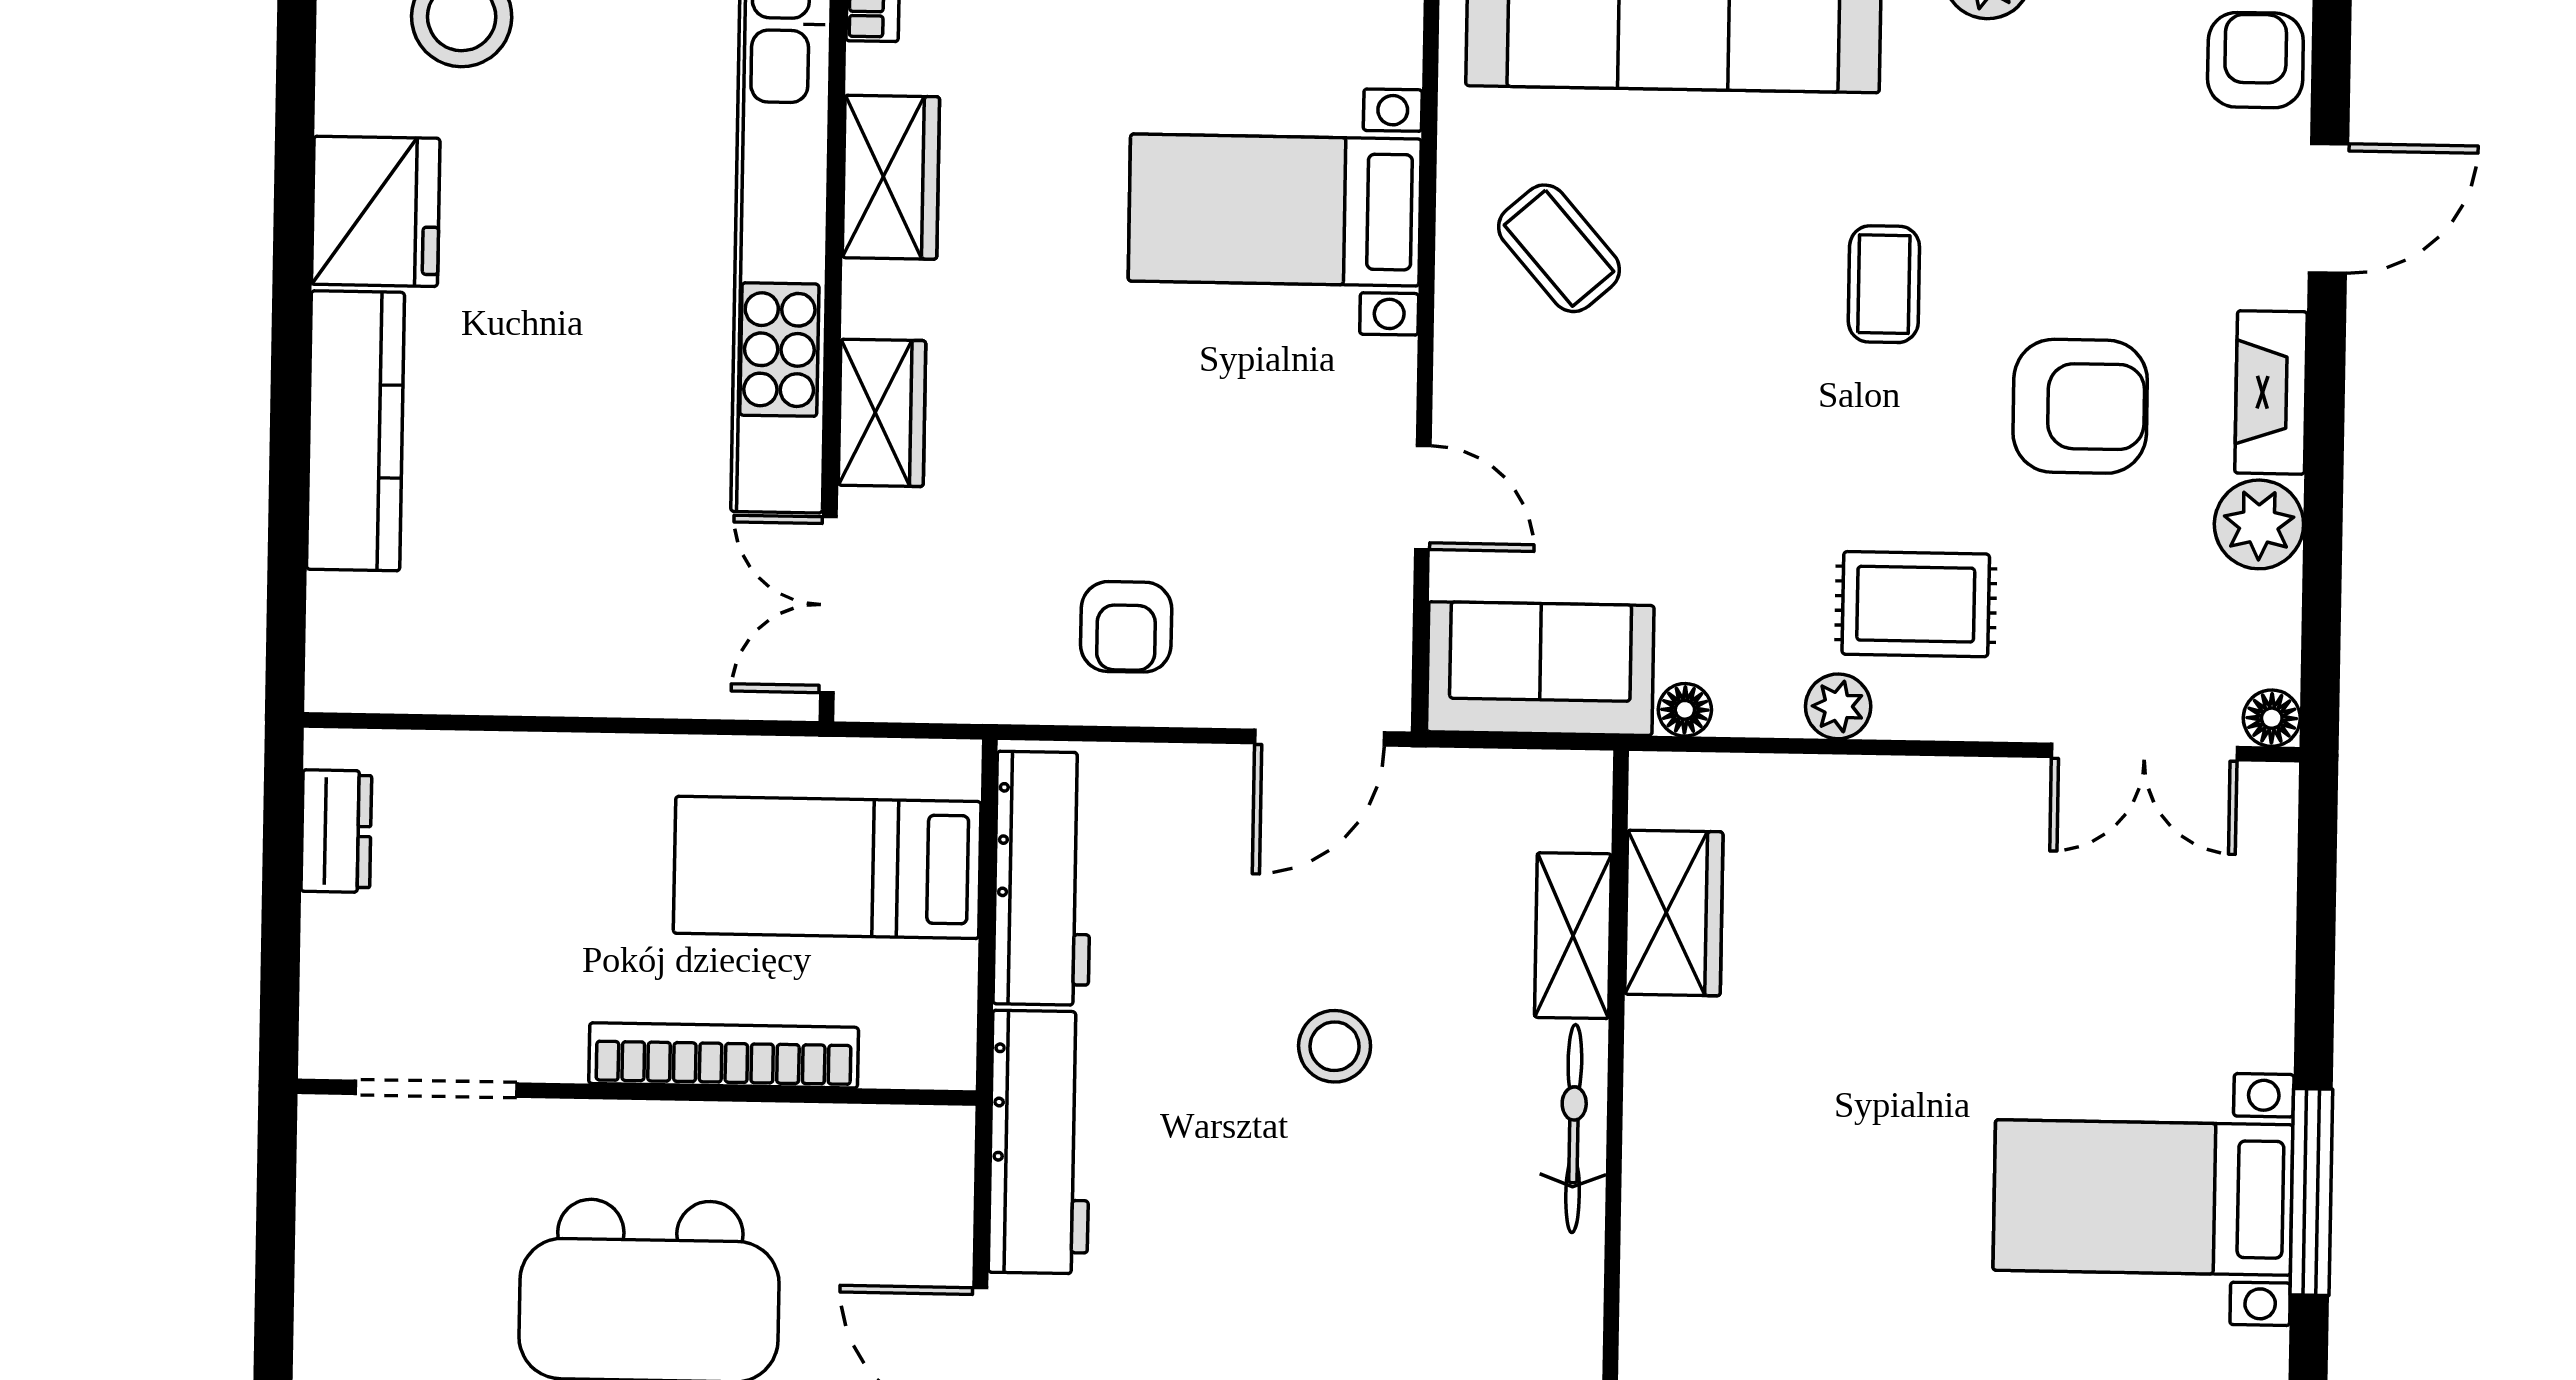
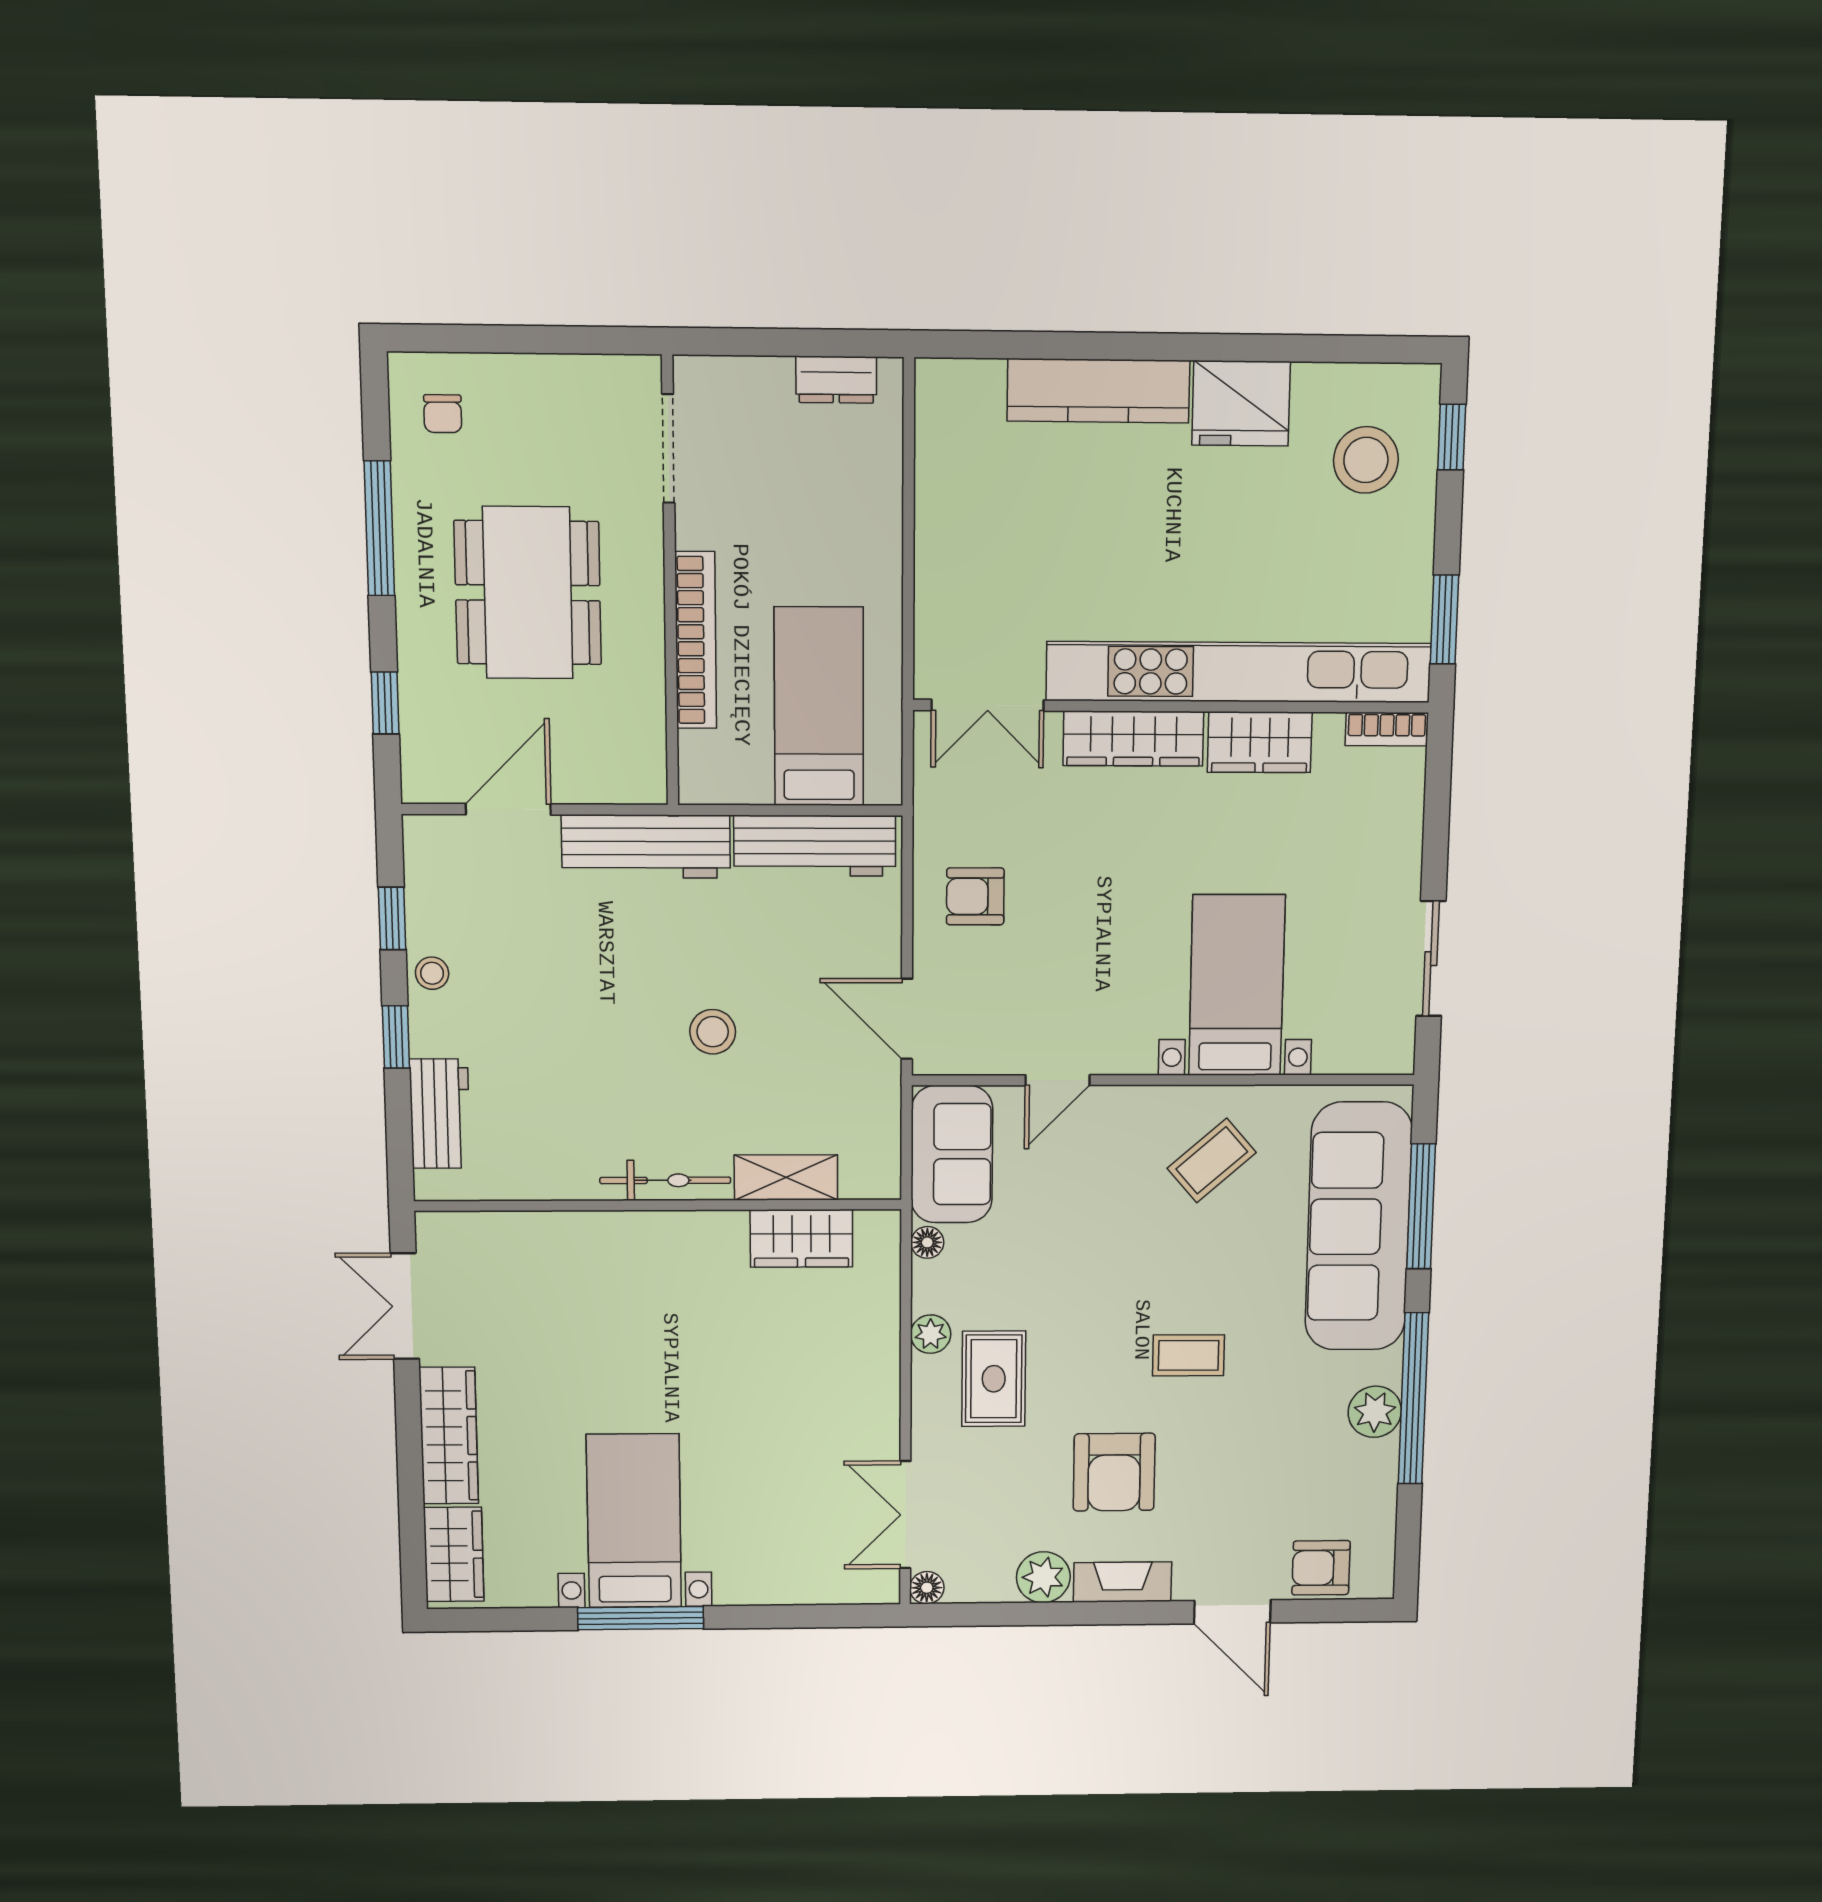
armchair: (2255, 60) -> (1321, 1568), turned 180
wardrobe: (882, 413) -> (1133, 739), width x1.50
double door: (828, 605) -> (988, 705), swing flipped

